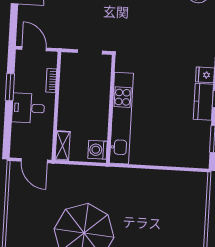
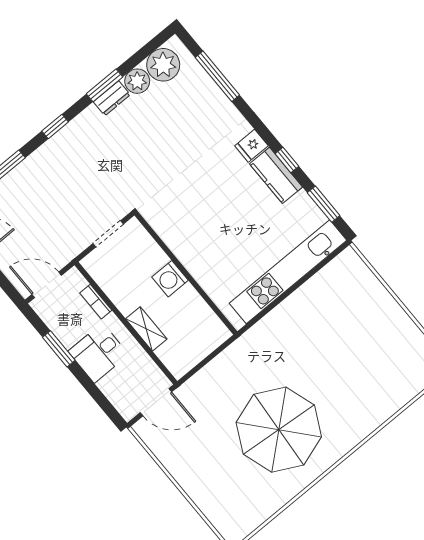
kitchen unit: (121, 118) -> (288, 272), moved, turned -90
shelving: (63, 146) -> (146, 329), moved
washing machine: (98, 150) -> (170, 279), moved

